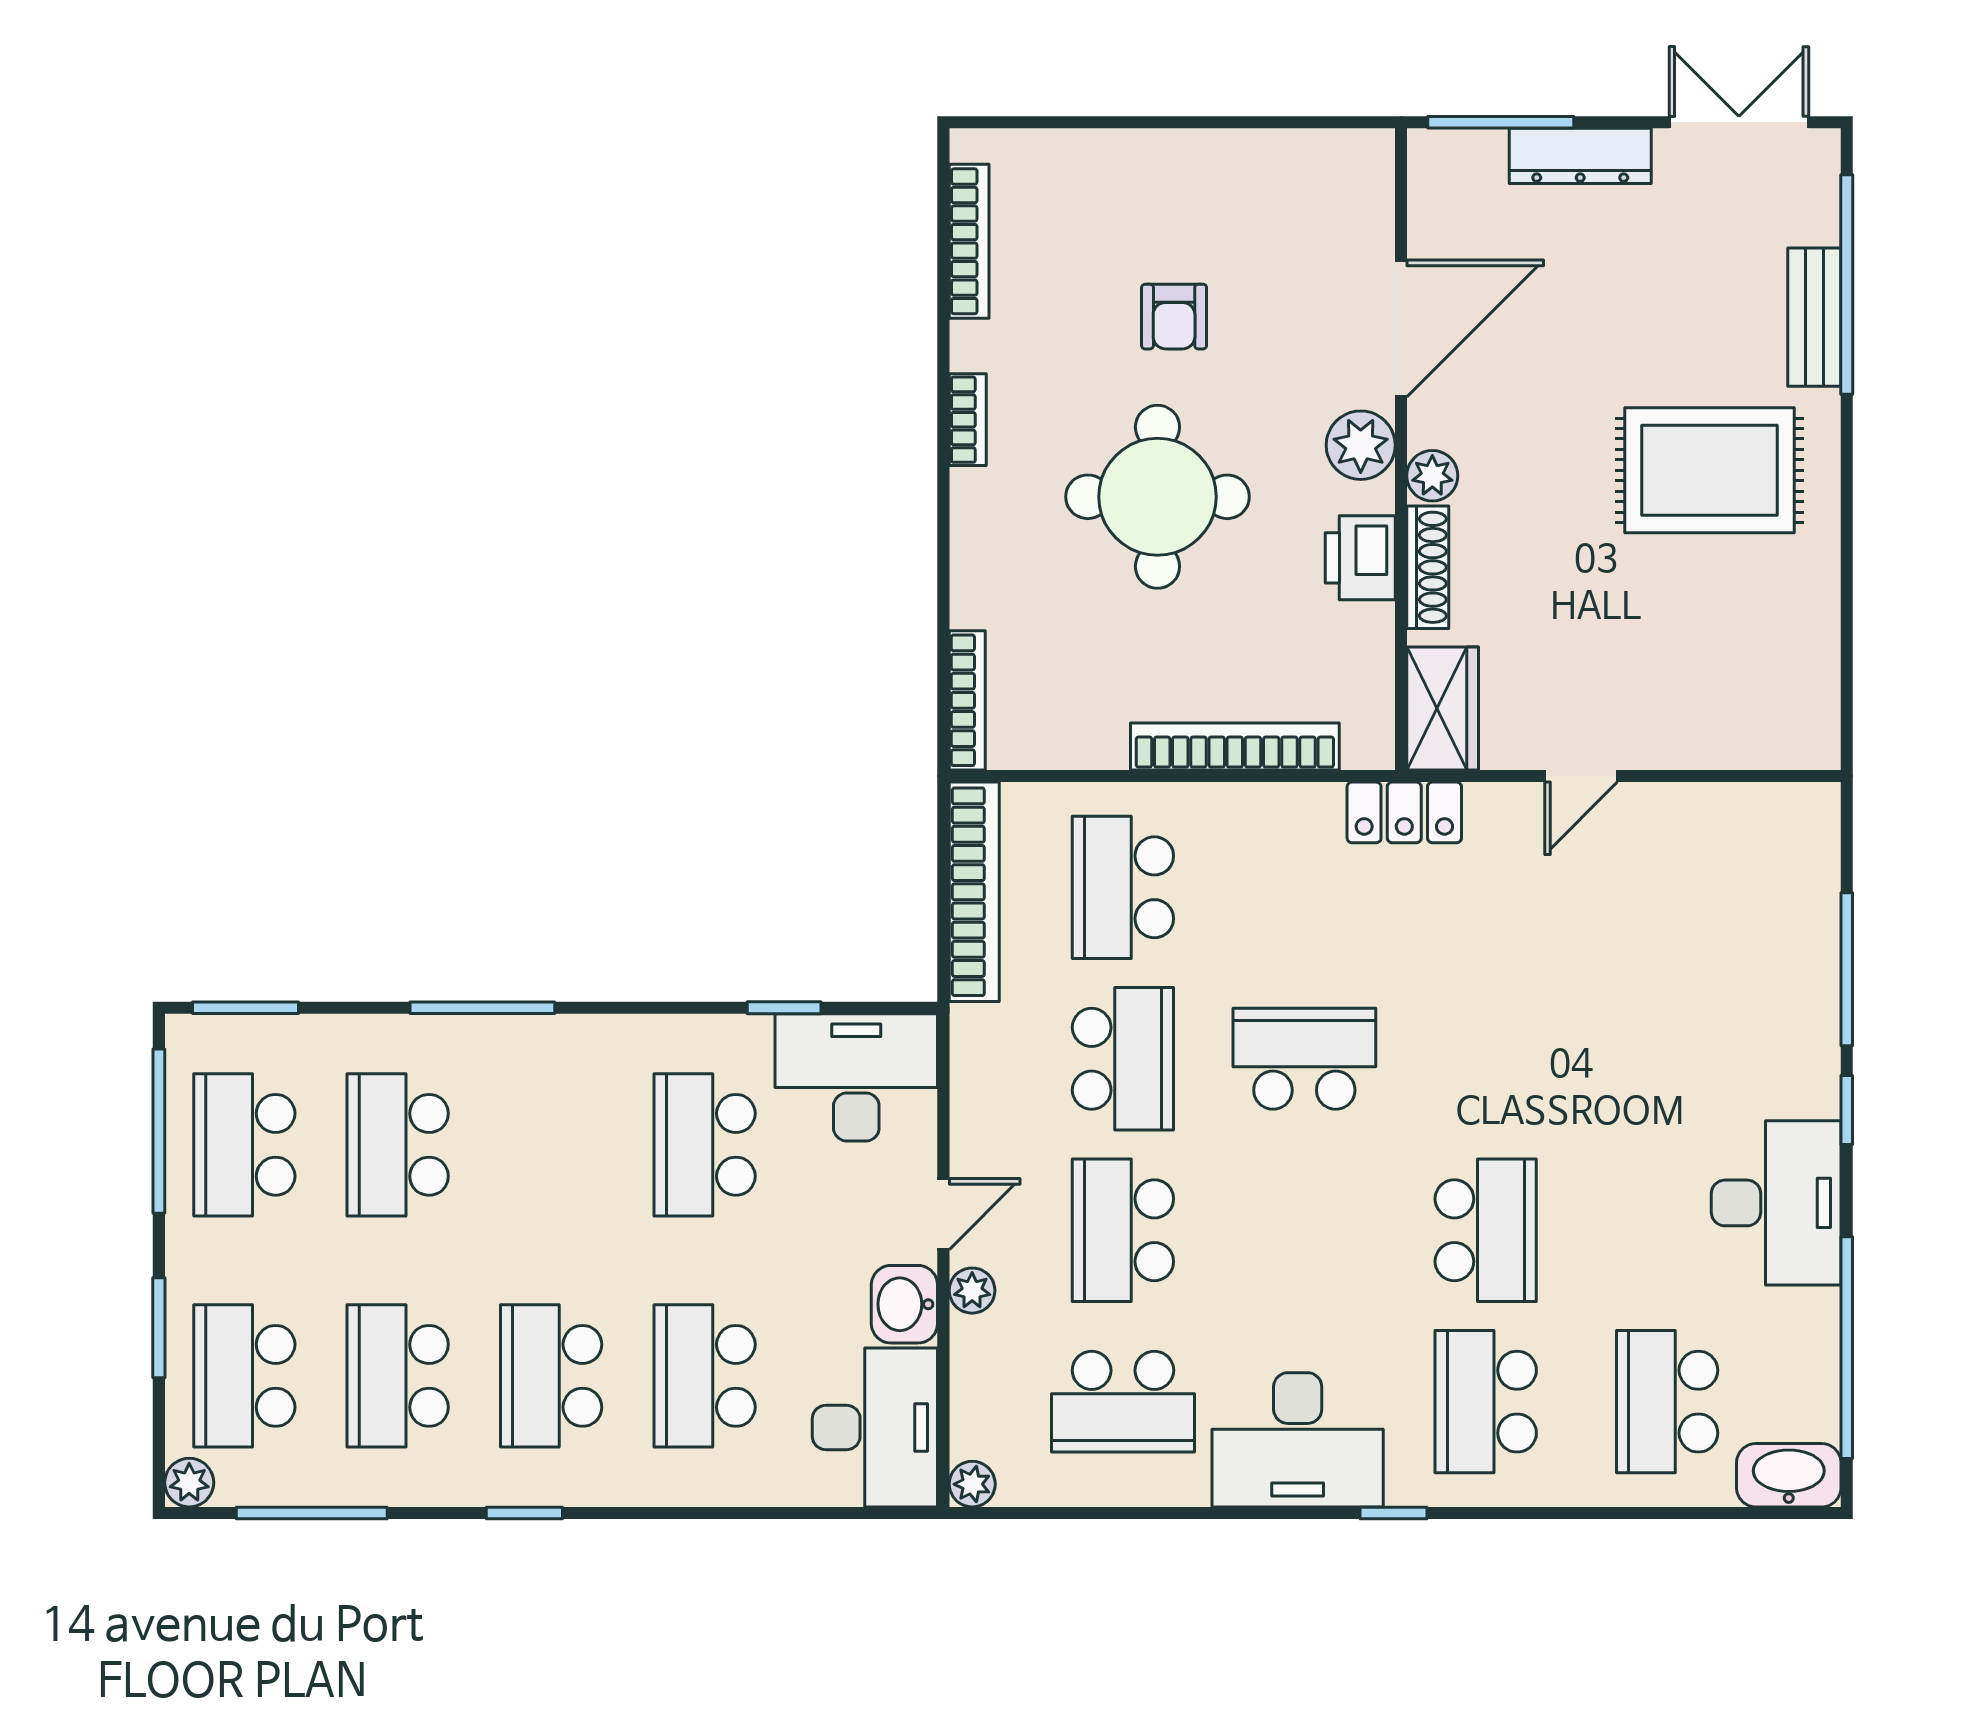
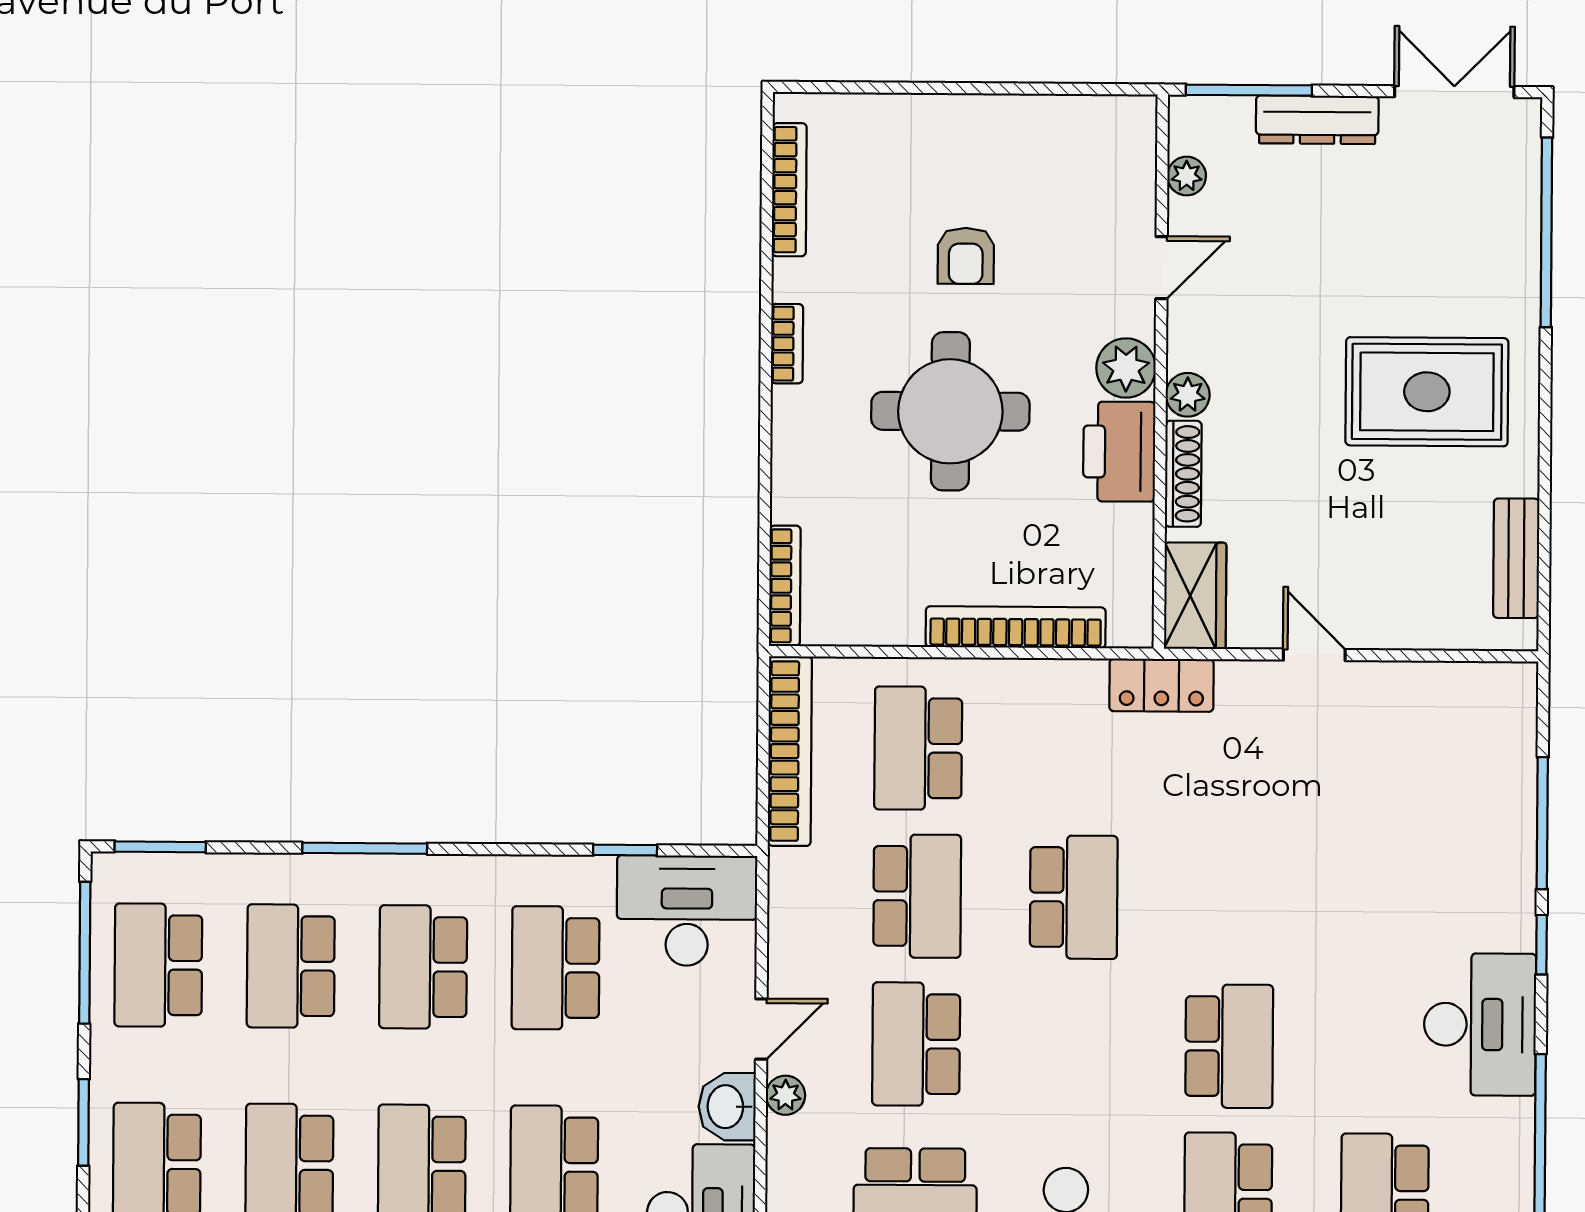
plant: (1429, 222) -> (1187, 176), added
bench: (1814, 317) -> (1516, 558), moved
door: (1401, 329) -> (1162, 268), width x0.53
printer: (1360, 558) -> (1119, 452), width x1.37, depth x1.19
door: (1581, 776) -> (1314, 655), swing flipped
school desk: (1304, 1059) -> (1074, 897), turned 90
school desk: (551, 1145) -> (423, 967), added

